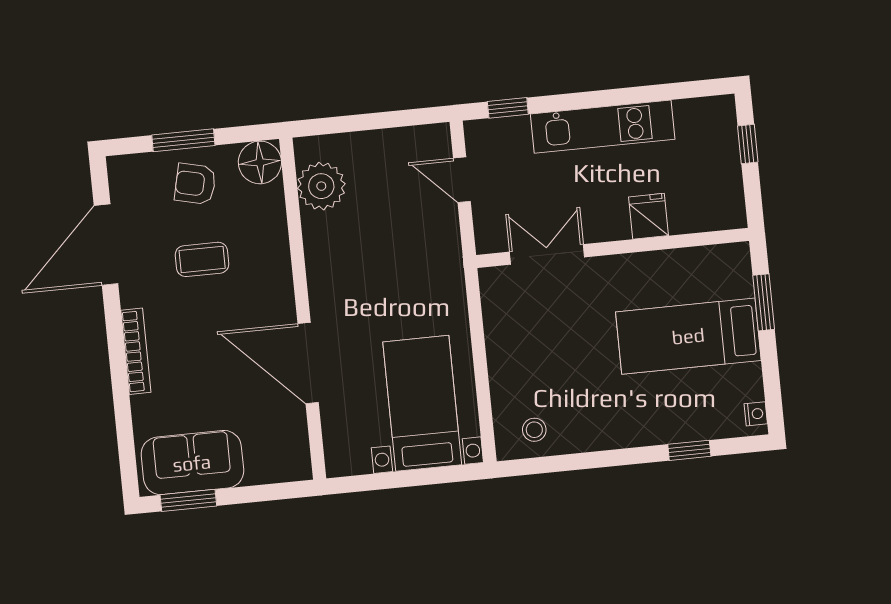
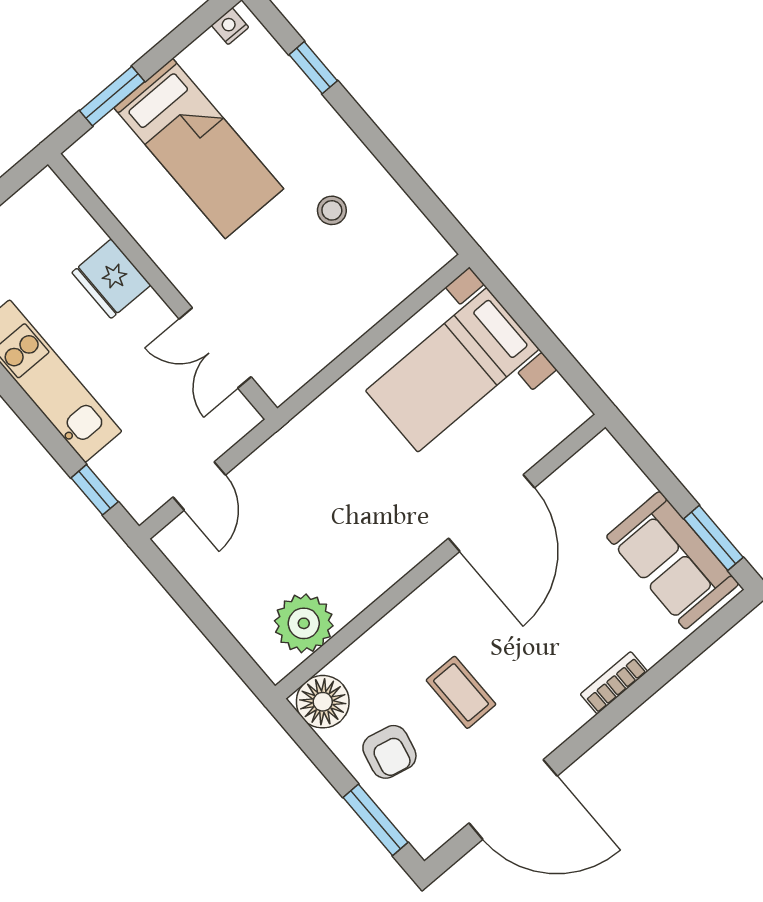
window: (183, 140) -> (375, 820), moved
fridge: (648, 216) -> (111, 279), width x1.38
bookcase: (136, 351) -> (614, 683), width x0.64
stool: (534, 430) -> (332, 210), moved

